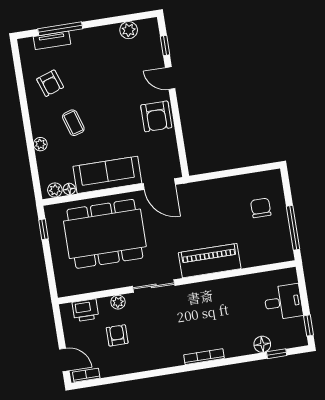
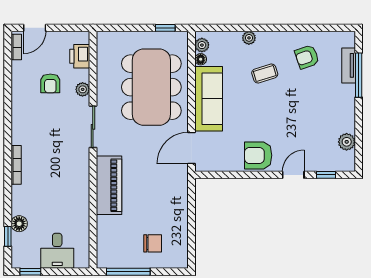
armchair: (117, 335) -> (50, 83), turned 90

